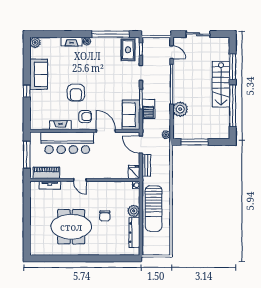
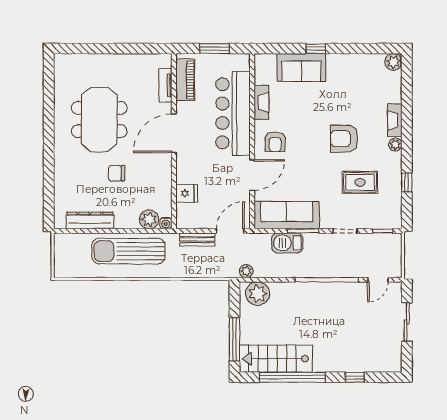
window: (111, 34) -> (407, 182), width x0.32
rug: (128, 50) -> (360, 182), moved
window: (233, 67) -> (355, 377), width x0.46
sofa: (39, 74) -> (301, 68), moved
stairs: (221, 84) -> (276, 359), moved
armchair: (76, 93) -> (344, 139), moved
plant: (180, 109) -> (258, 294), moved
sofa: (131, 115) -> (287, 215), width x1.36
window: (194, 142) -> (235, 339), moved
window: (27, 155) -> (214, 49), width x0.69
fridge: (134, 172) -> (187, 193), moved
door: (80, 180) -> (174, 133), width x1.87
plant: (134, 211) -> (149, 219), moved

